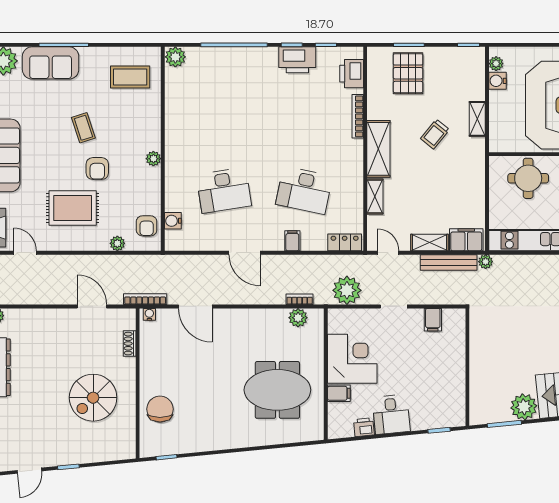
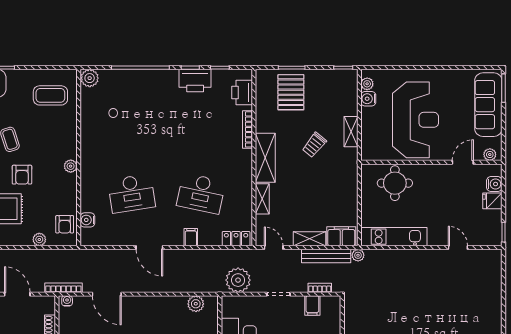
bookcase: (300, 299) -> (320, 288), moved

